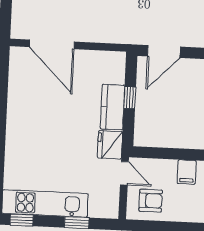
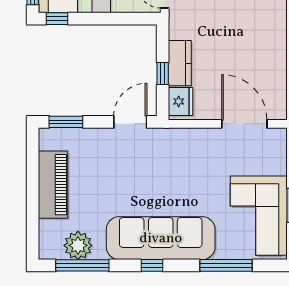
fridge: (110, 145) -> (181, 101), moved

